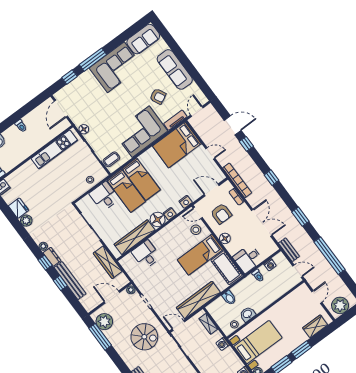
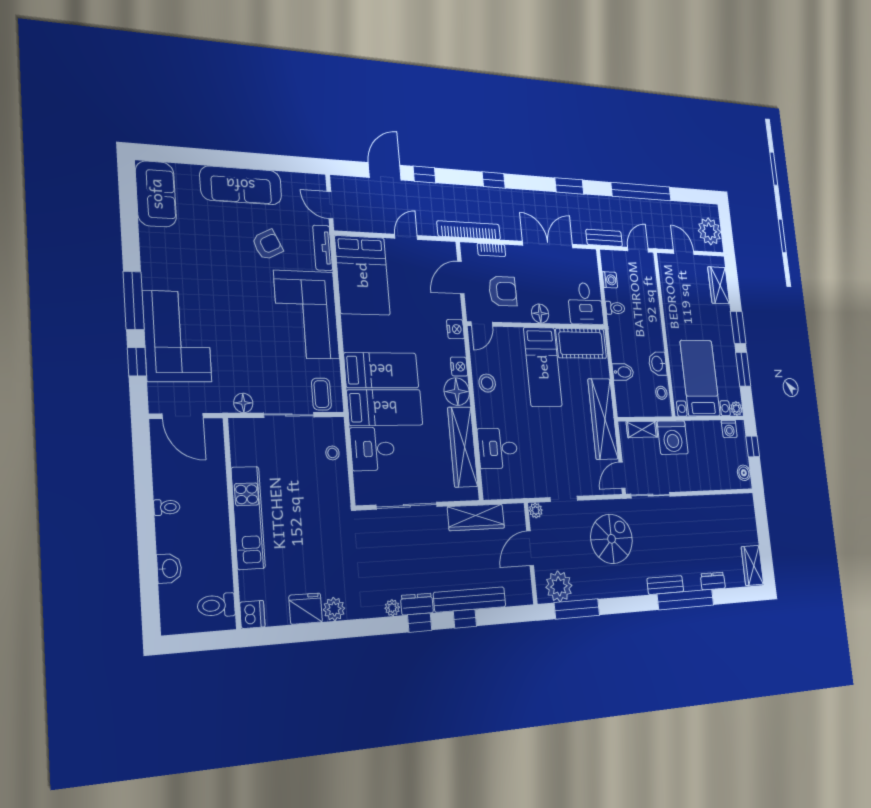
corner sofa: (116, 67) -> (177, 336), moved
kitchen unit: (54, 149) -> (248, 518), moved
stool: (196, 230) -> (487, 383), moved
washing machine: (223, 344) -> (673, 438), width x1.89, depth x1.89

